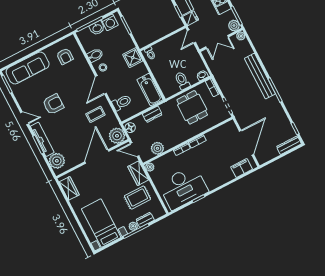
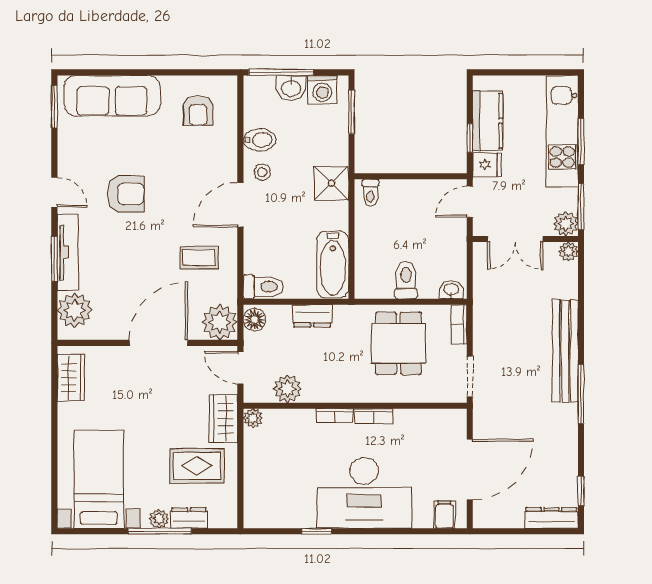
toilet: (122, 103) -> (263, 287), moved
filing cabinet: (242, 168) -> (444, 515), width x0.50
desk: (183, 187) -> (364, 493), moved

